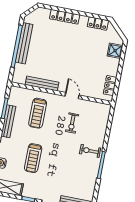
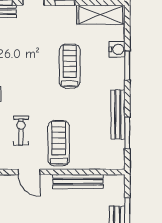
treadmill: (38, 113) -> (59, 143), moved

